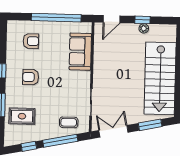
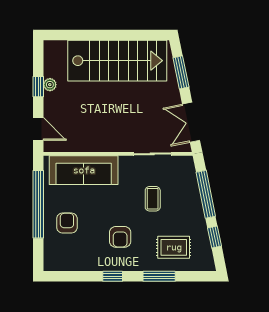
armchair: (31, 41) -> (67, 223), moved
sofa: (80, 52) -> (84, 170), width x1.36
rug: (22, 116) -> (174, 247), turned 90
coffee table: (69, 122) -> (153, 199), moved

